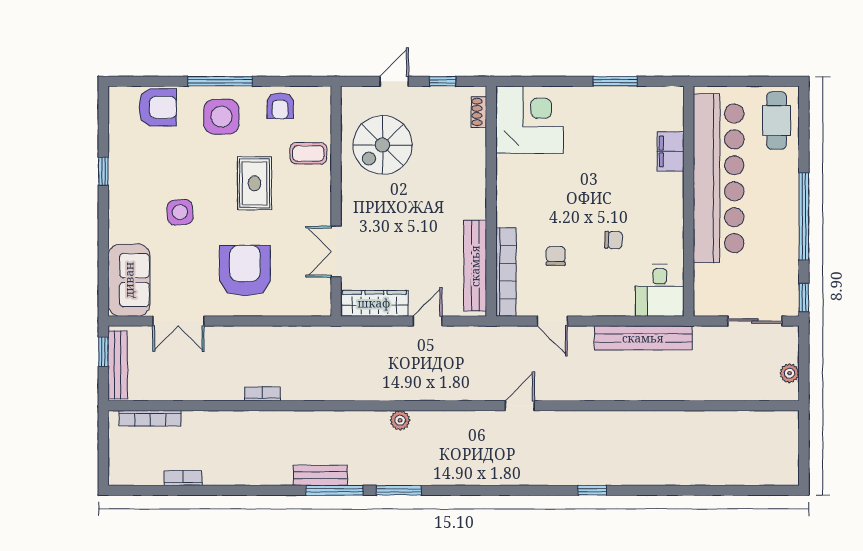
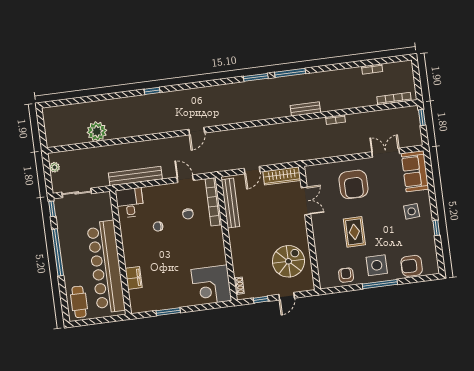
coffee table: (308, 153) -> (328, 252), removed
side table: (180, 212) -> (412, 211), moved
window: (103, 352) -> (422, 118), moved
bench: (118, 365) -> (415, 125), removed
plant: (400, 420) -> (97, 131), moved, width x1.88, depth x1.88
bench: (320, 475) -> (305, 109), moved

